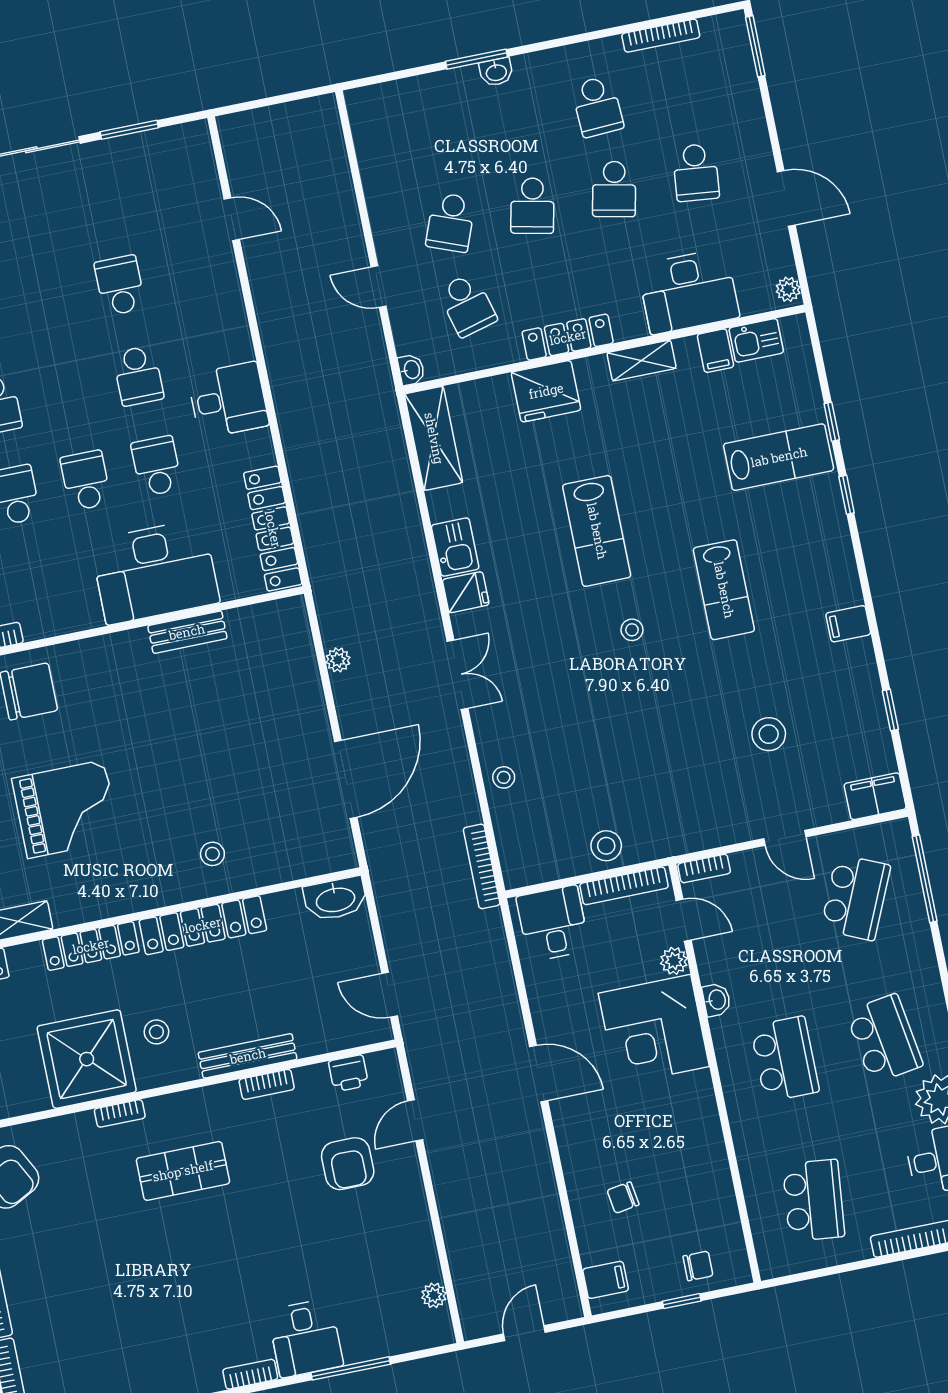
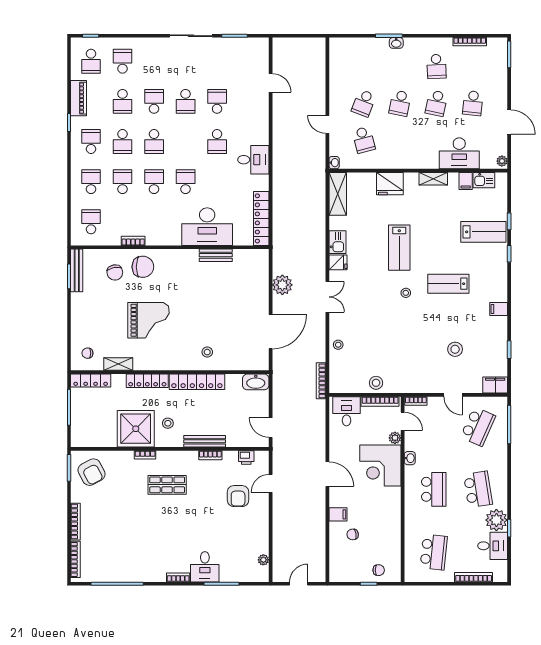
locker: (568, 337) -> (404, 162), removed
school desk: (157, 466) -> (186, 101), moved, turned 180
lab bench: (724, 590) -> (448, 284), turned 90
plant: (338, 660) -> (282, 285), width x1.88, depth x1.88
filing cabinet: (606, 1280) -> (338, 514), moved

